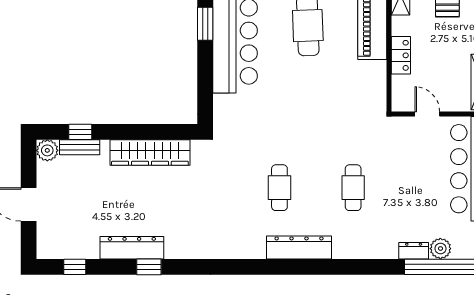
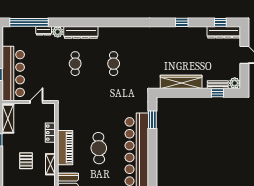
window: (205, 24) -> (152, 120), moved
door: (427, 114) -> (36, 102), swing flipped
dresser: (299, 247) -> (81, 32), moved
dresser: (132, 248) -> (224, 32), moved
plant: (440, 249) -> (58, 32), moved

